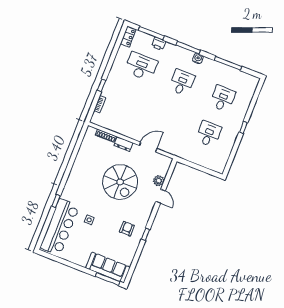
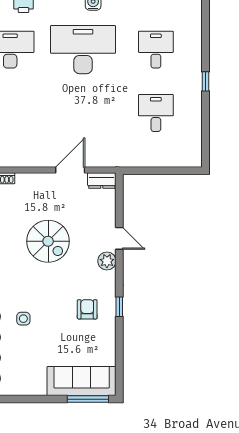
desk: (182, 82) -> (83, 50), width x1.87, depth x1.30
dresser: (123, 144) -> (102, 181), moved
plant: (159, 181) -> (107, 261), moved
spiral stairs: (120, 182) -> (48, 241), width x0.73, depth x0.73

